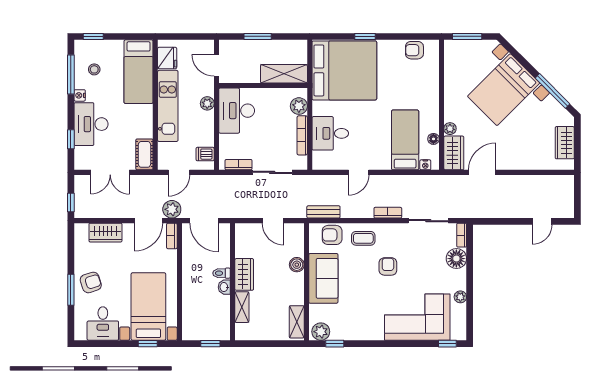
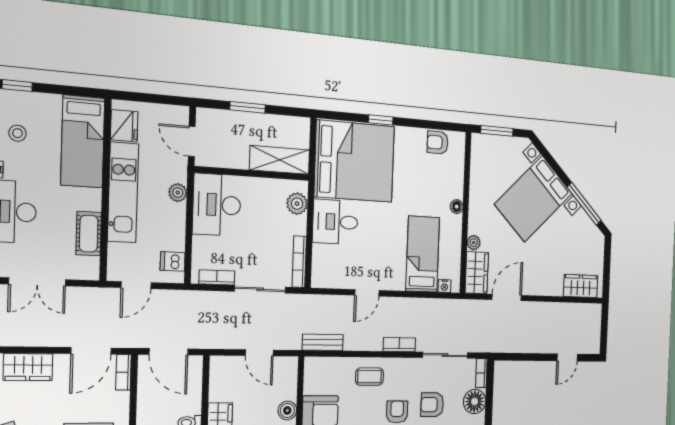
desk: (330, 133) -> (335, 222), moved
bookcase: (302, 135) -> (299, 262), moved
floor lamp: (433, 139) -> (457, 207), moved
wardrobe: (565, 143) -> (581, 286), moved, turned 90
cot: (144, 154) -> (89, 234), moved
plant: (172, 209) -> (125, 336), removed
armchair: (332, 235) -> (432, 405), moved

